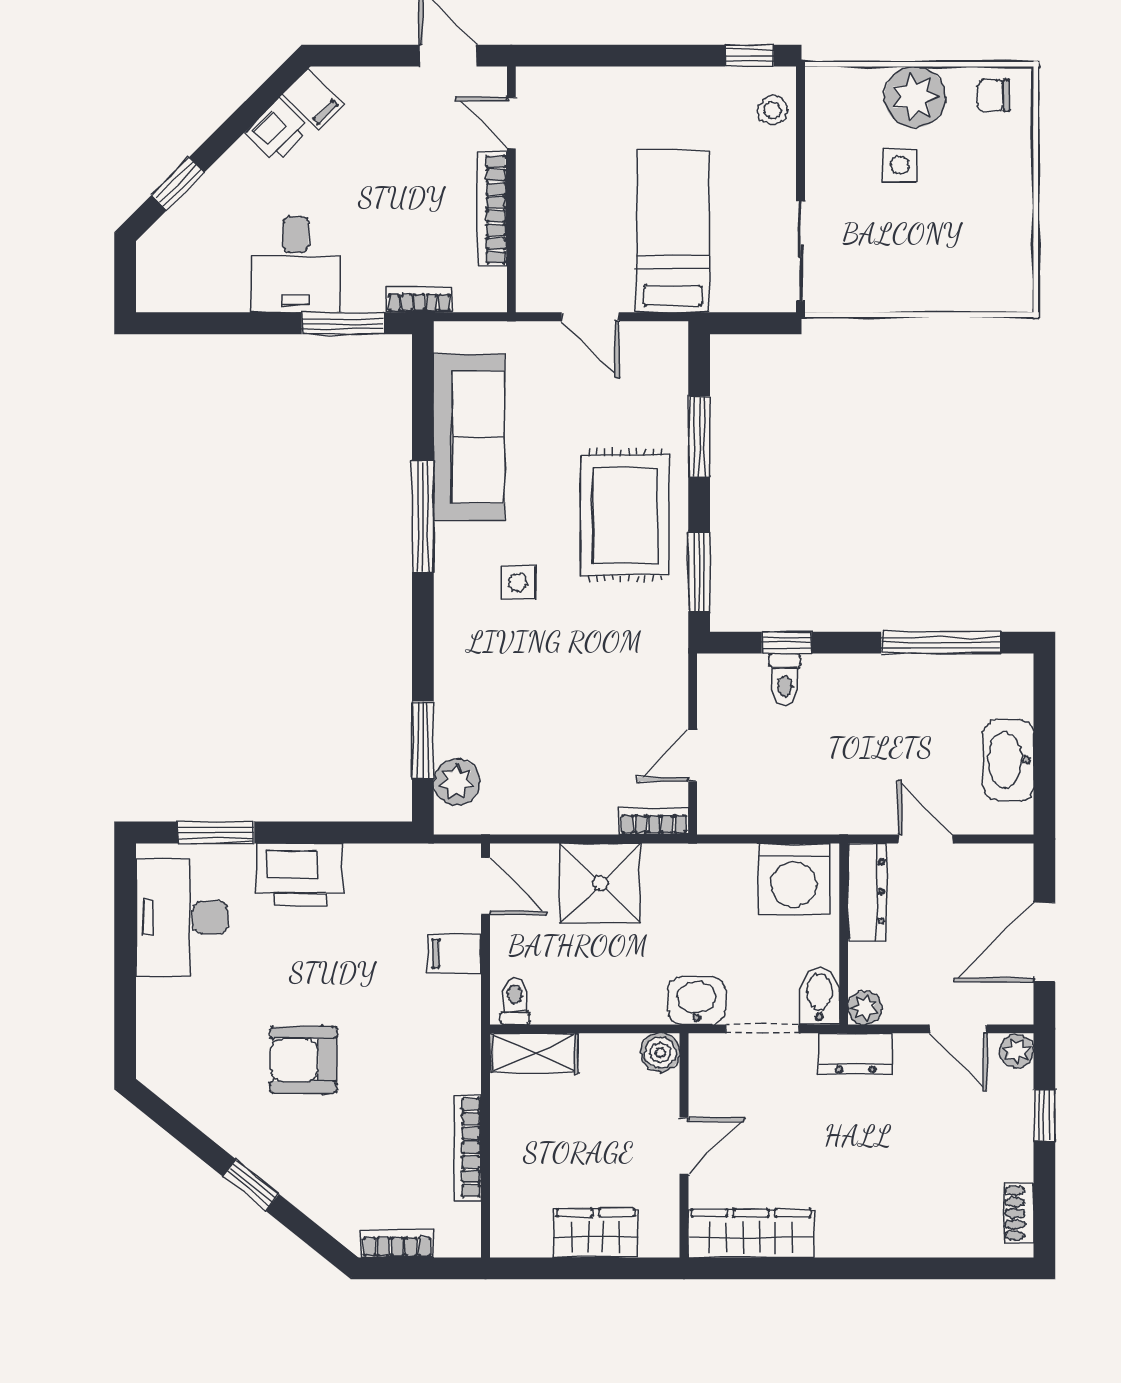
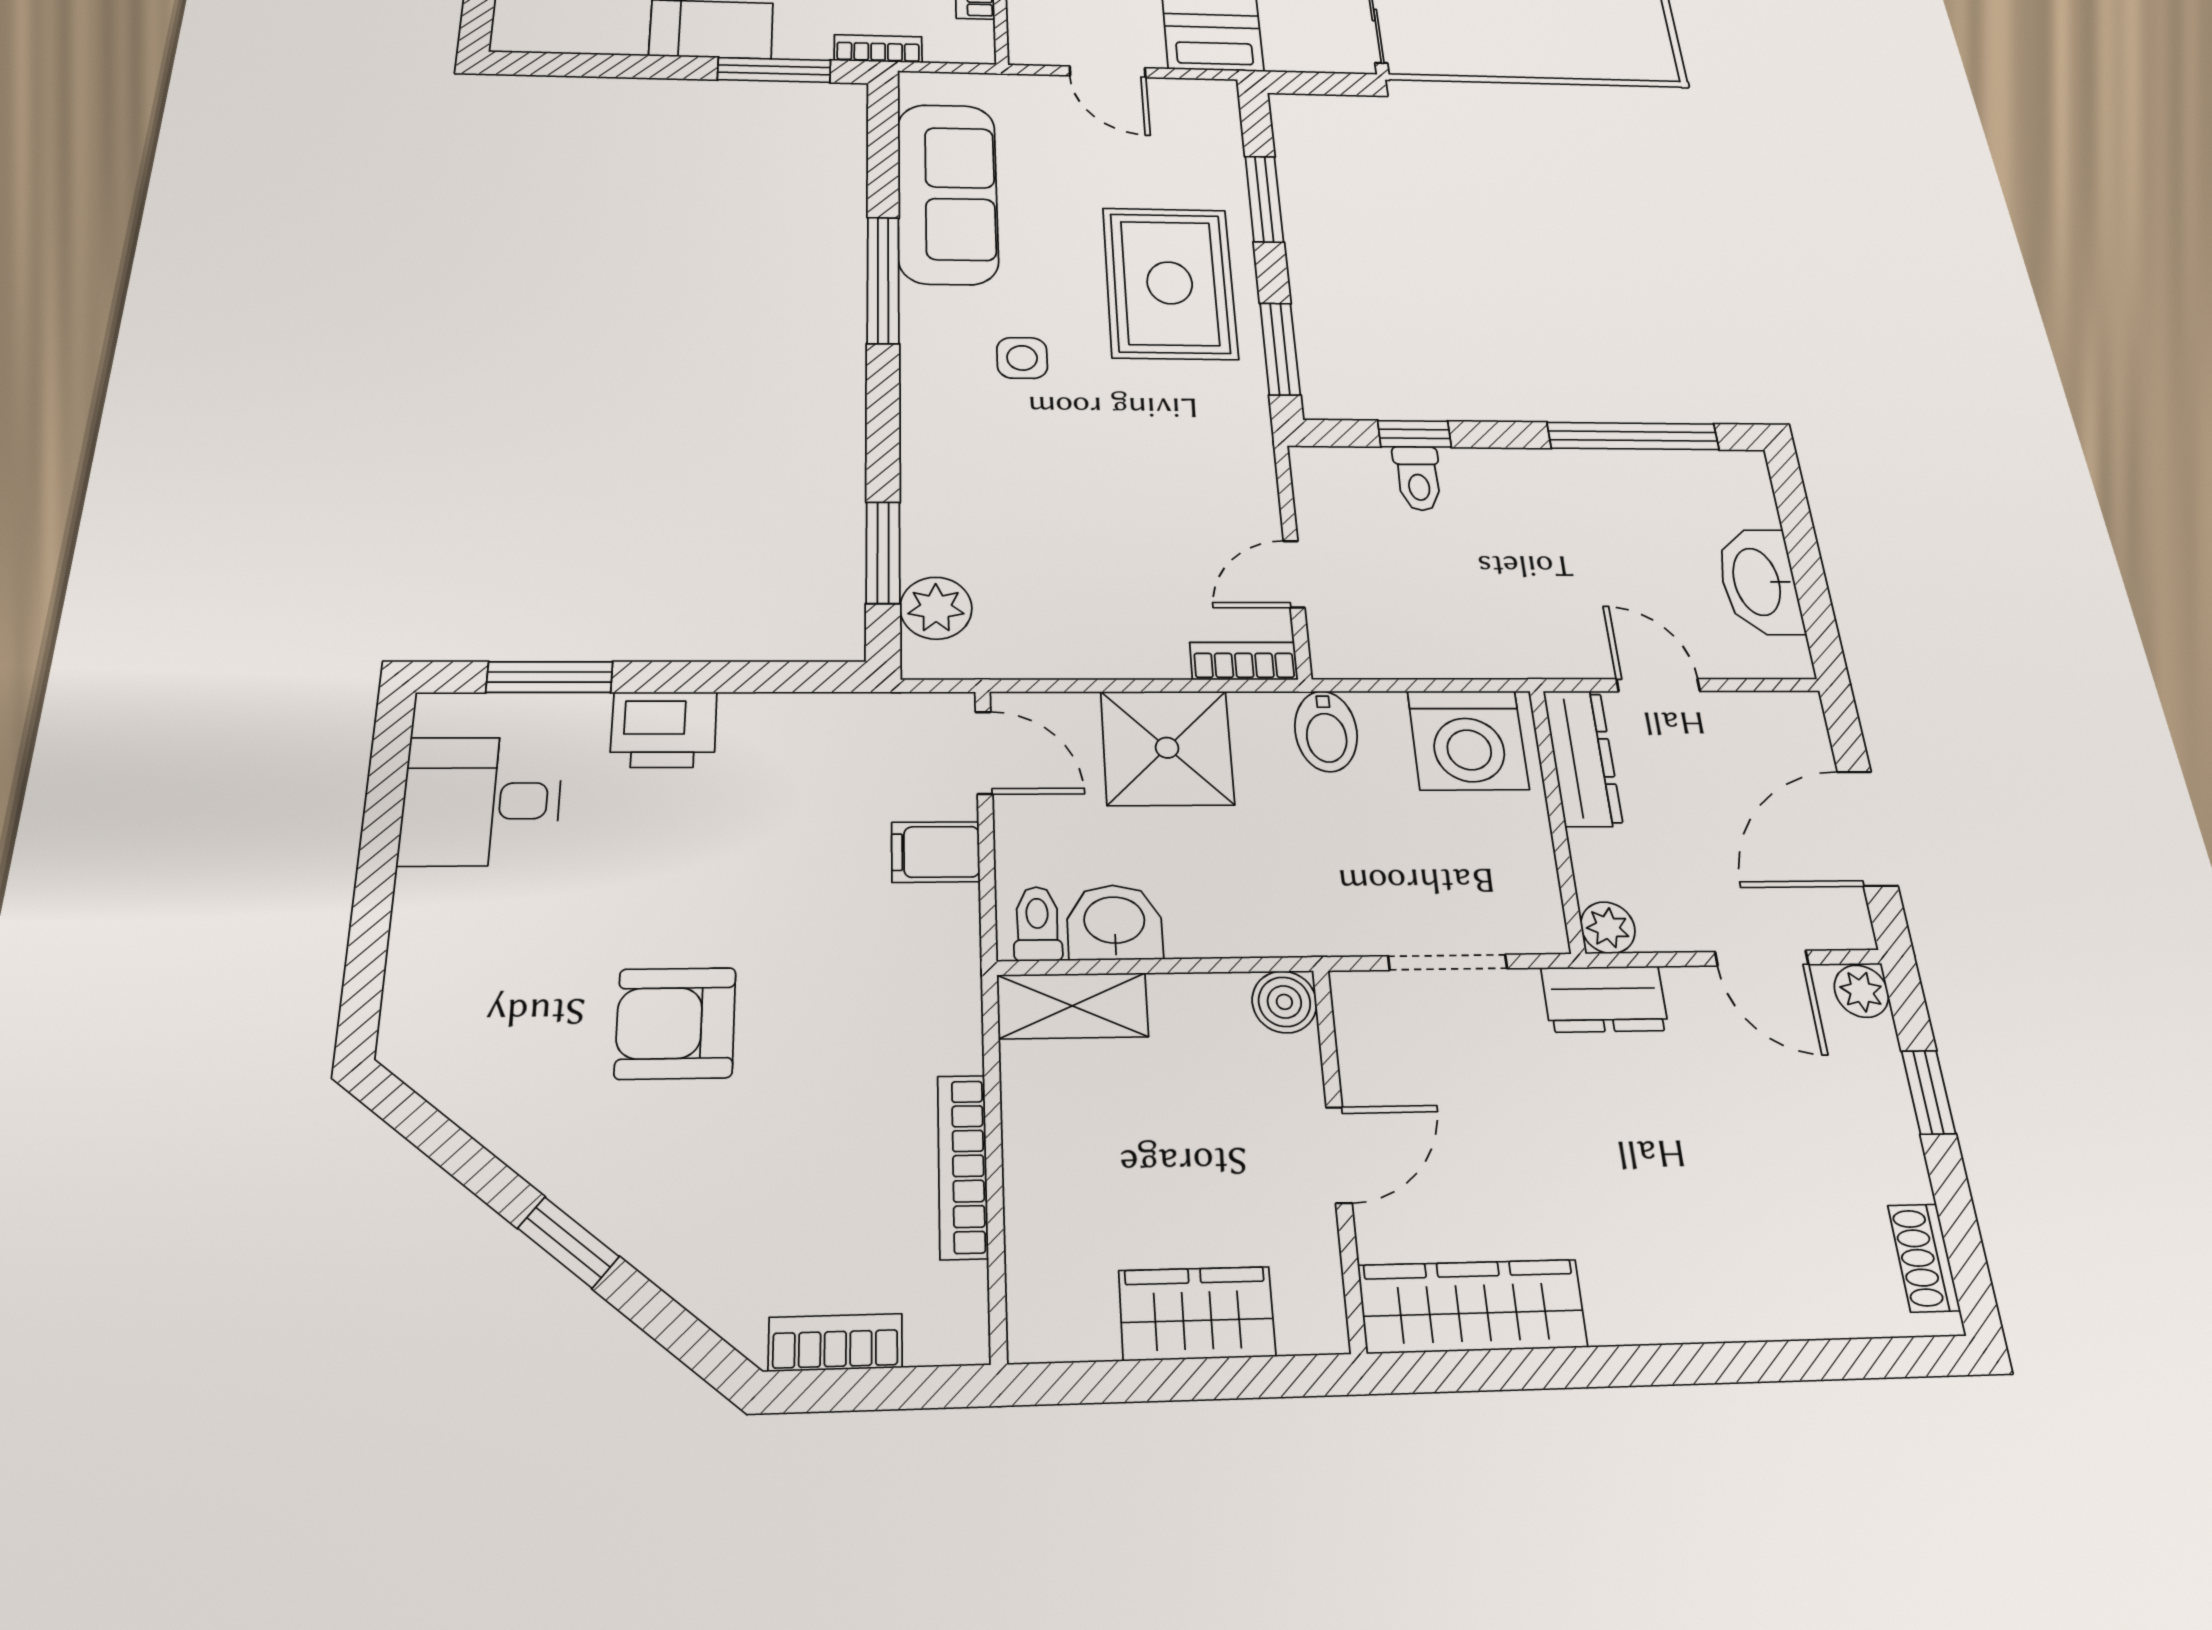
printer: (300, 874) -> (664, 730), width x0.73, depth x0.84
desk: (182, 918) -> (481, 801), width x0.73
bidet: (819, 996) -> (1326, 731), moved, turned 180
washbasin: (697, 1000) -> (1114, 922), moved

